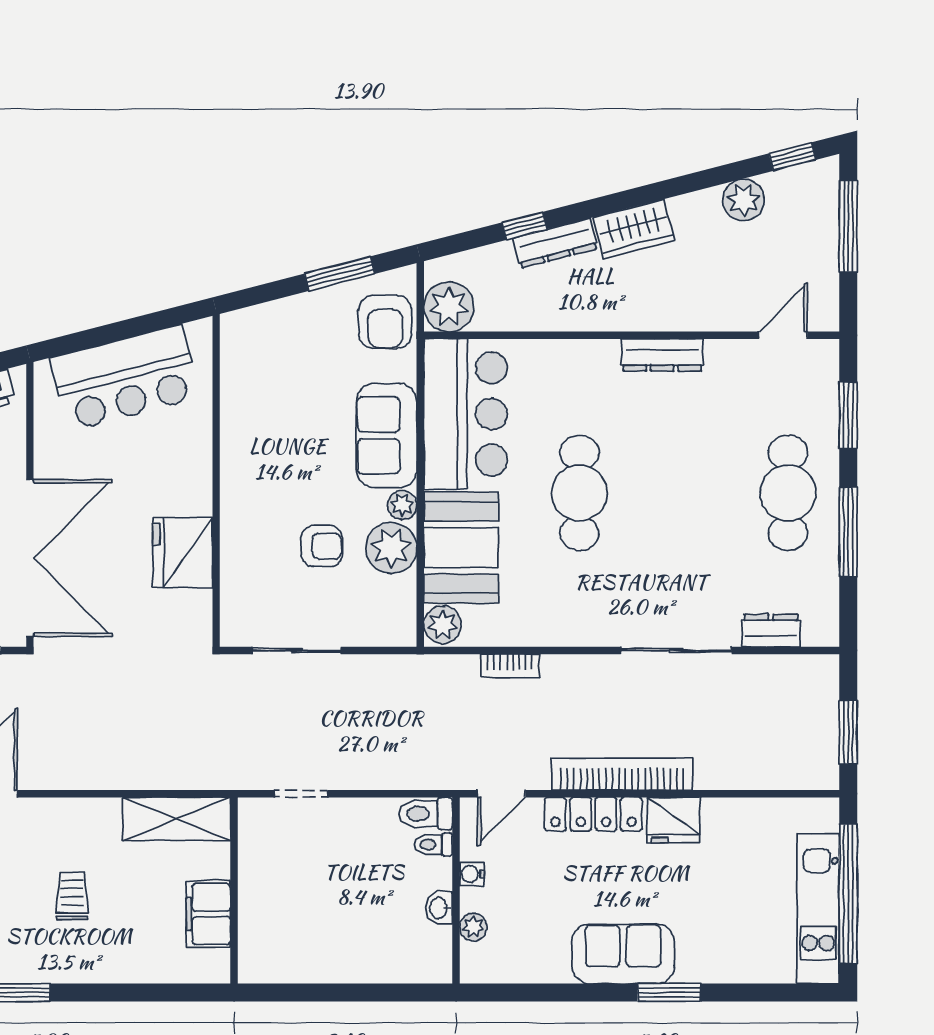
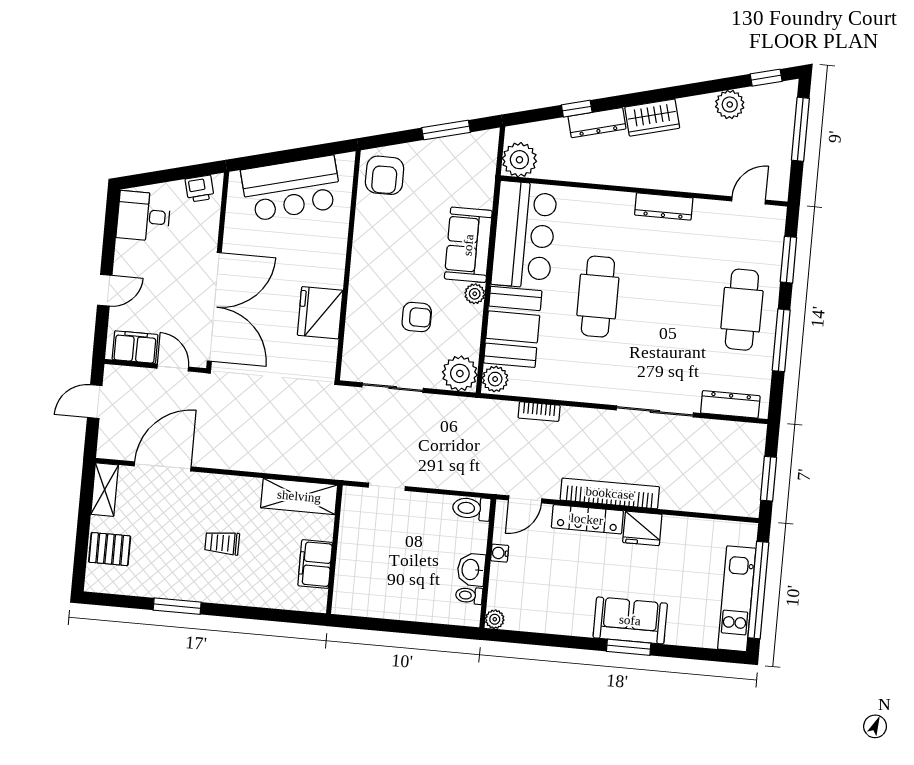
armchair: (385, 322) -> (385, 175), moved
plant: (391, 548) -> (460, 373), moved
dresser: (771, 631) -> (730, 404), width x1.44
toilet: (433, 845) -> (469, 595), moved
trolley: (72, 896) -> (222, 543), turned -90
washbasin: (439, 908) -> (471, 570), width x1.38, depth x1.45
plant: (473, 927) -> (495, 619), moved
sofa: (623, 954) -> (630, 620), moved

